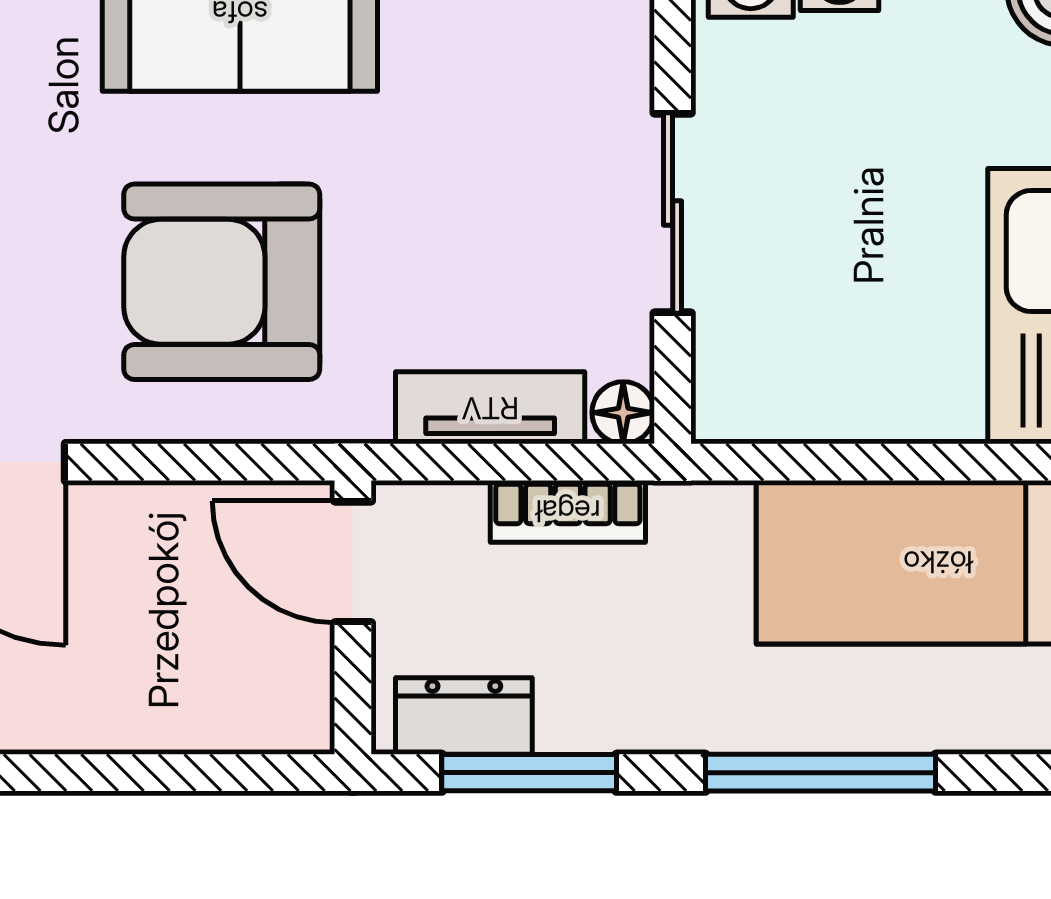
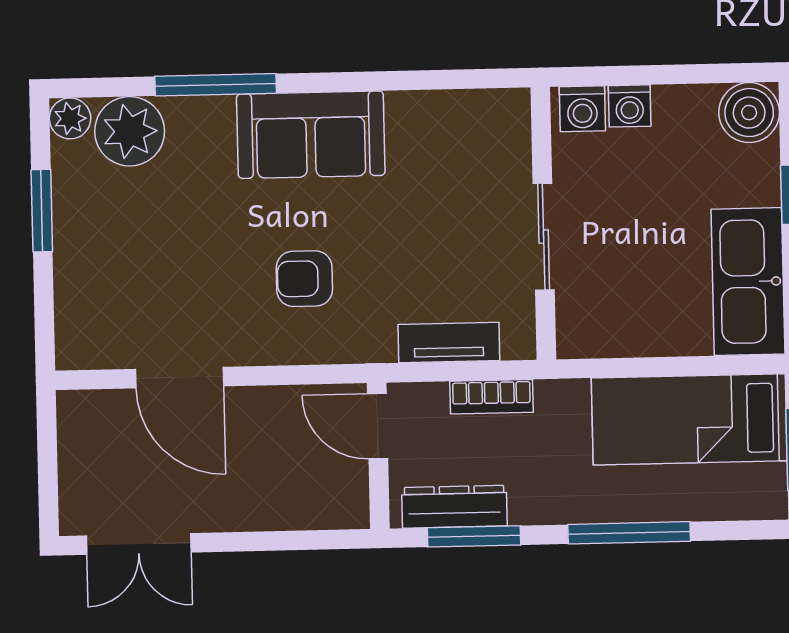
armchair: (222, 282) -> (304, 279), width x0.53, depth x0.53
floor lamp: (623, 413) -> (520, 344), removed
dresser: (464, 716) -> (454, 507), width x1.44

